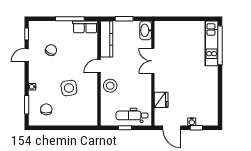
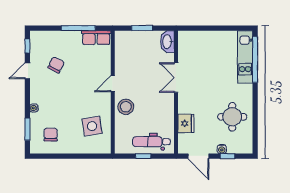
kitchen counter: (107, 39) -> (122, 52), removed
side table: (69, 88) -> (92, 126), moved
round table: (201, 94) -> (232, 117), added

